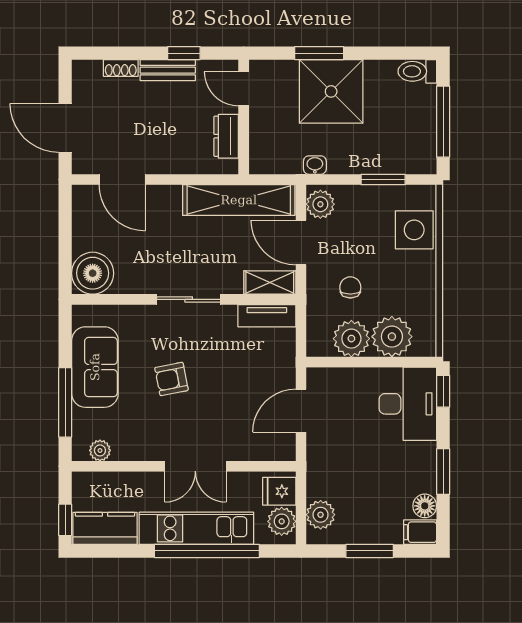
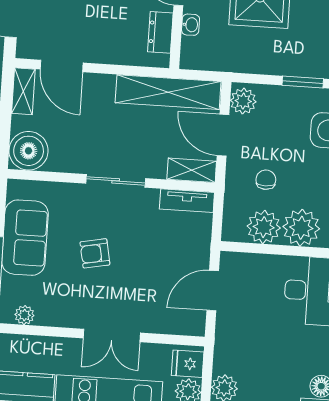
washbasin: (315, 165) -> (191, 25), moved, turned 90
shelving: (83, 209) -> (23, 91), added

